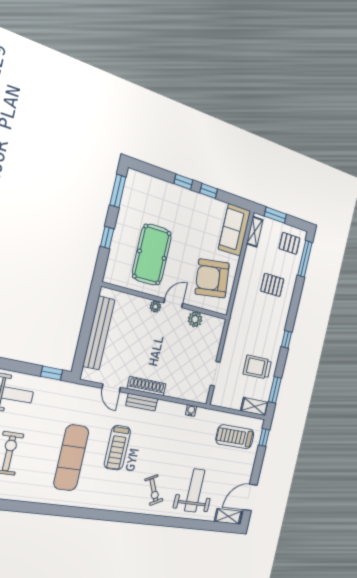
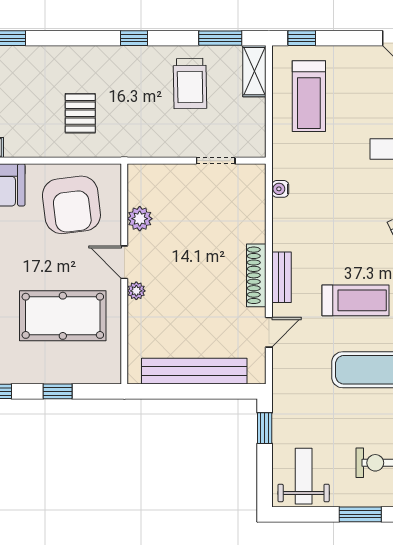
pallet: (272, 285) -> (80, 113), moved

